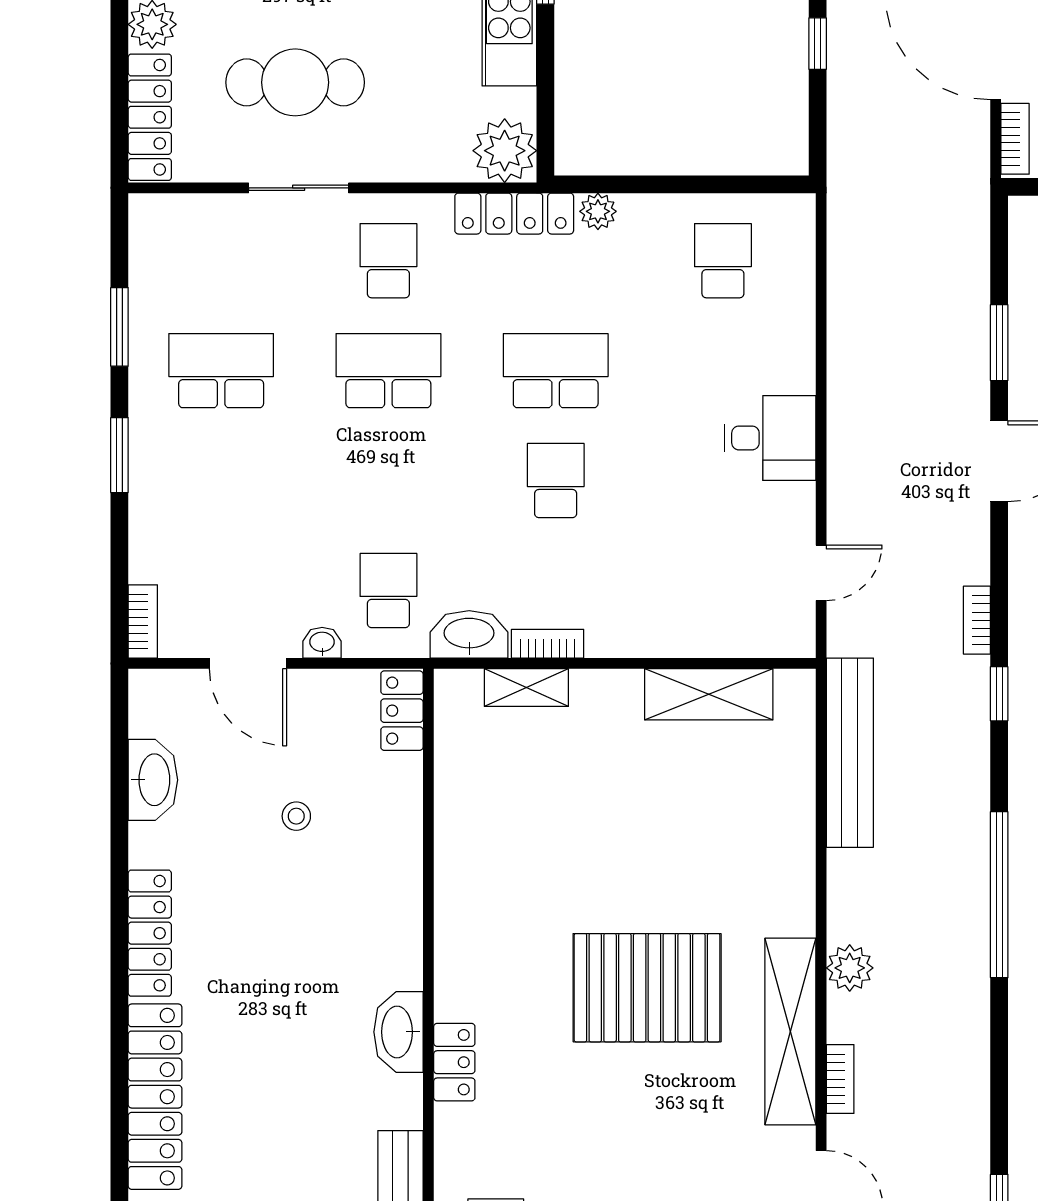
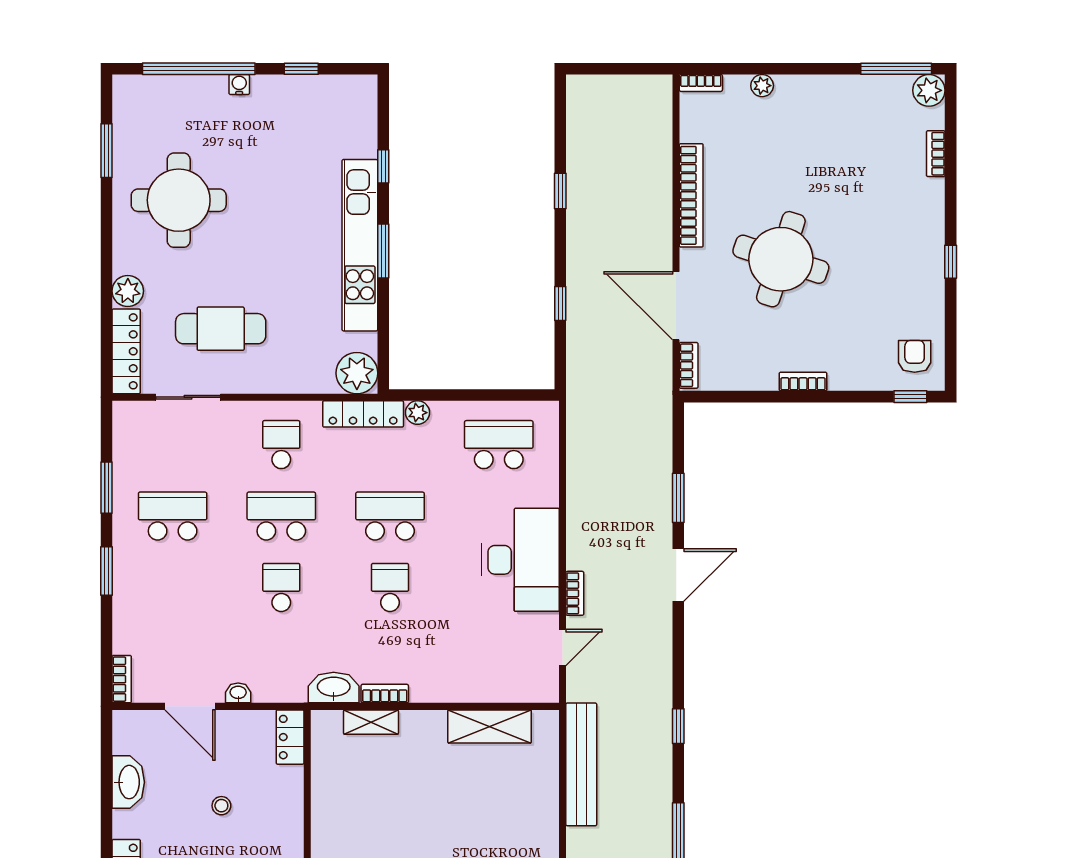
sliding door: (299, 188) -> (188, 397), moved
school desk: (723, 261) -> (499, 445), width x1.85
desk: (770, 438) -> (520, 560), width x1.87, depth x1.30
school desk: (388, 591) -> (281, 588), moved
bookcase: (977, 620) -> (575, 593), moved, turned 180

